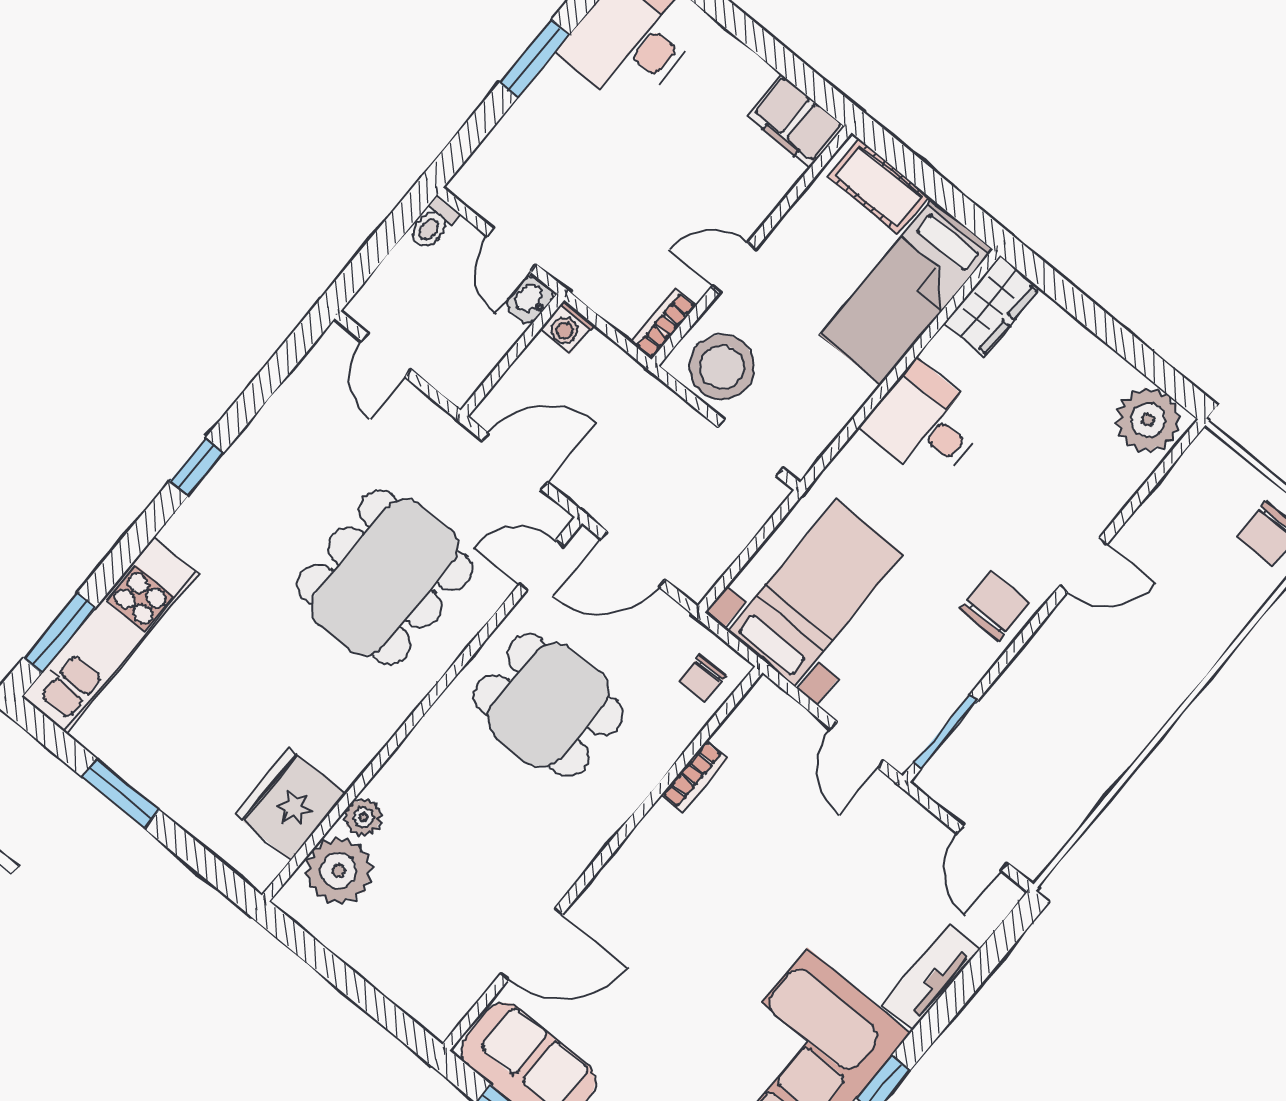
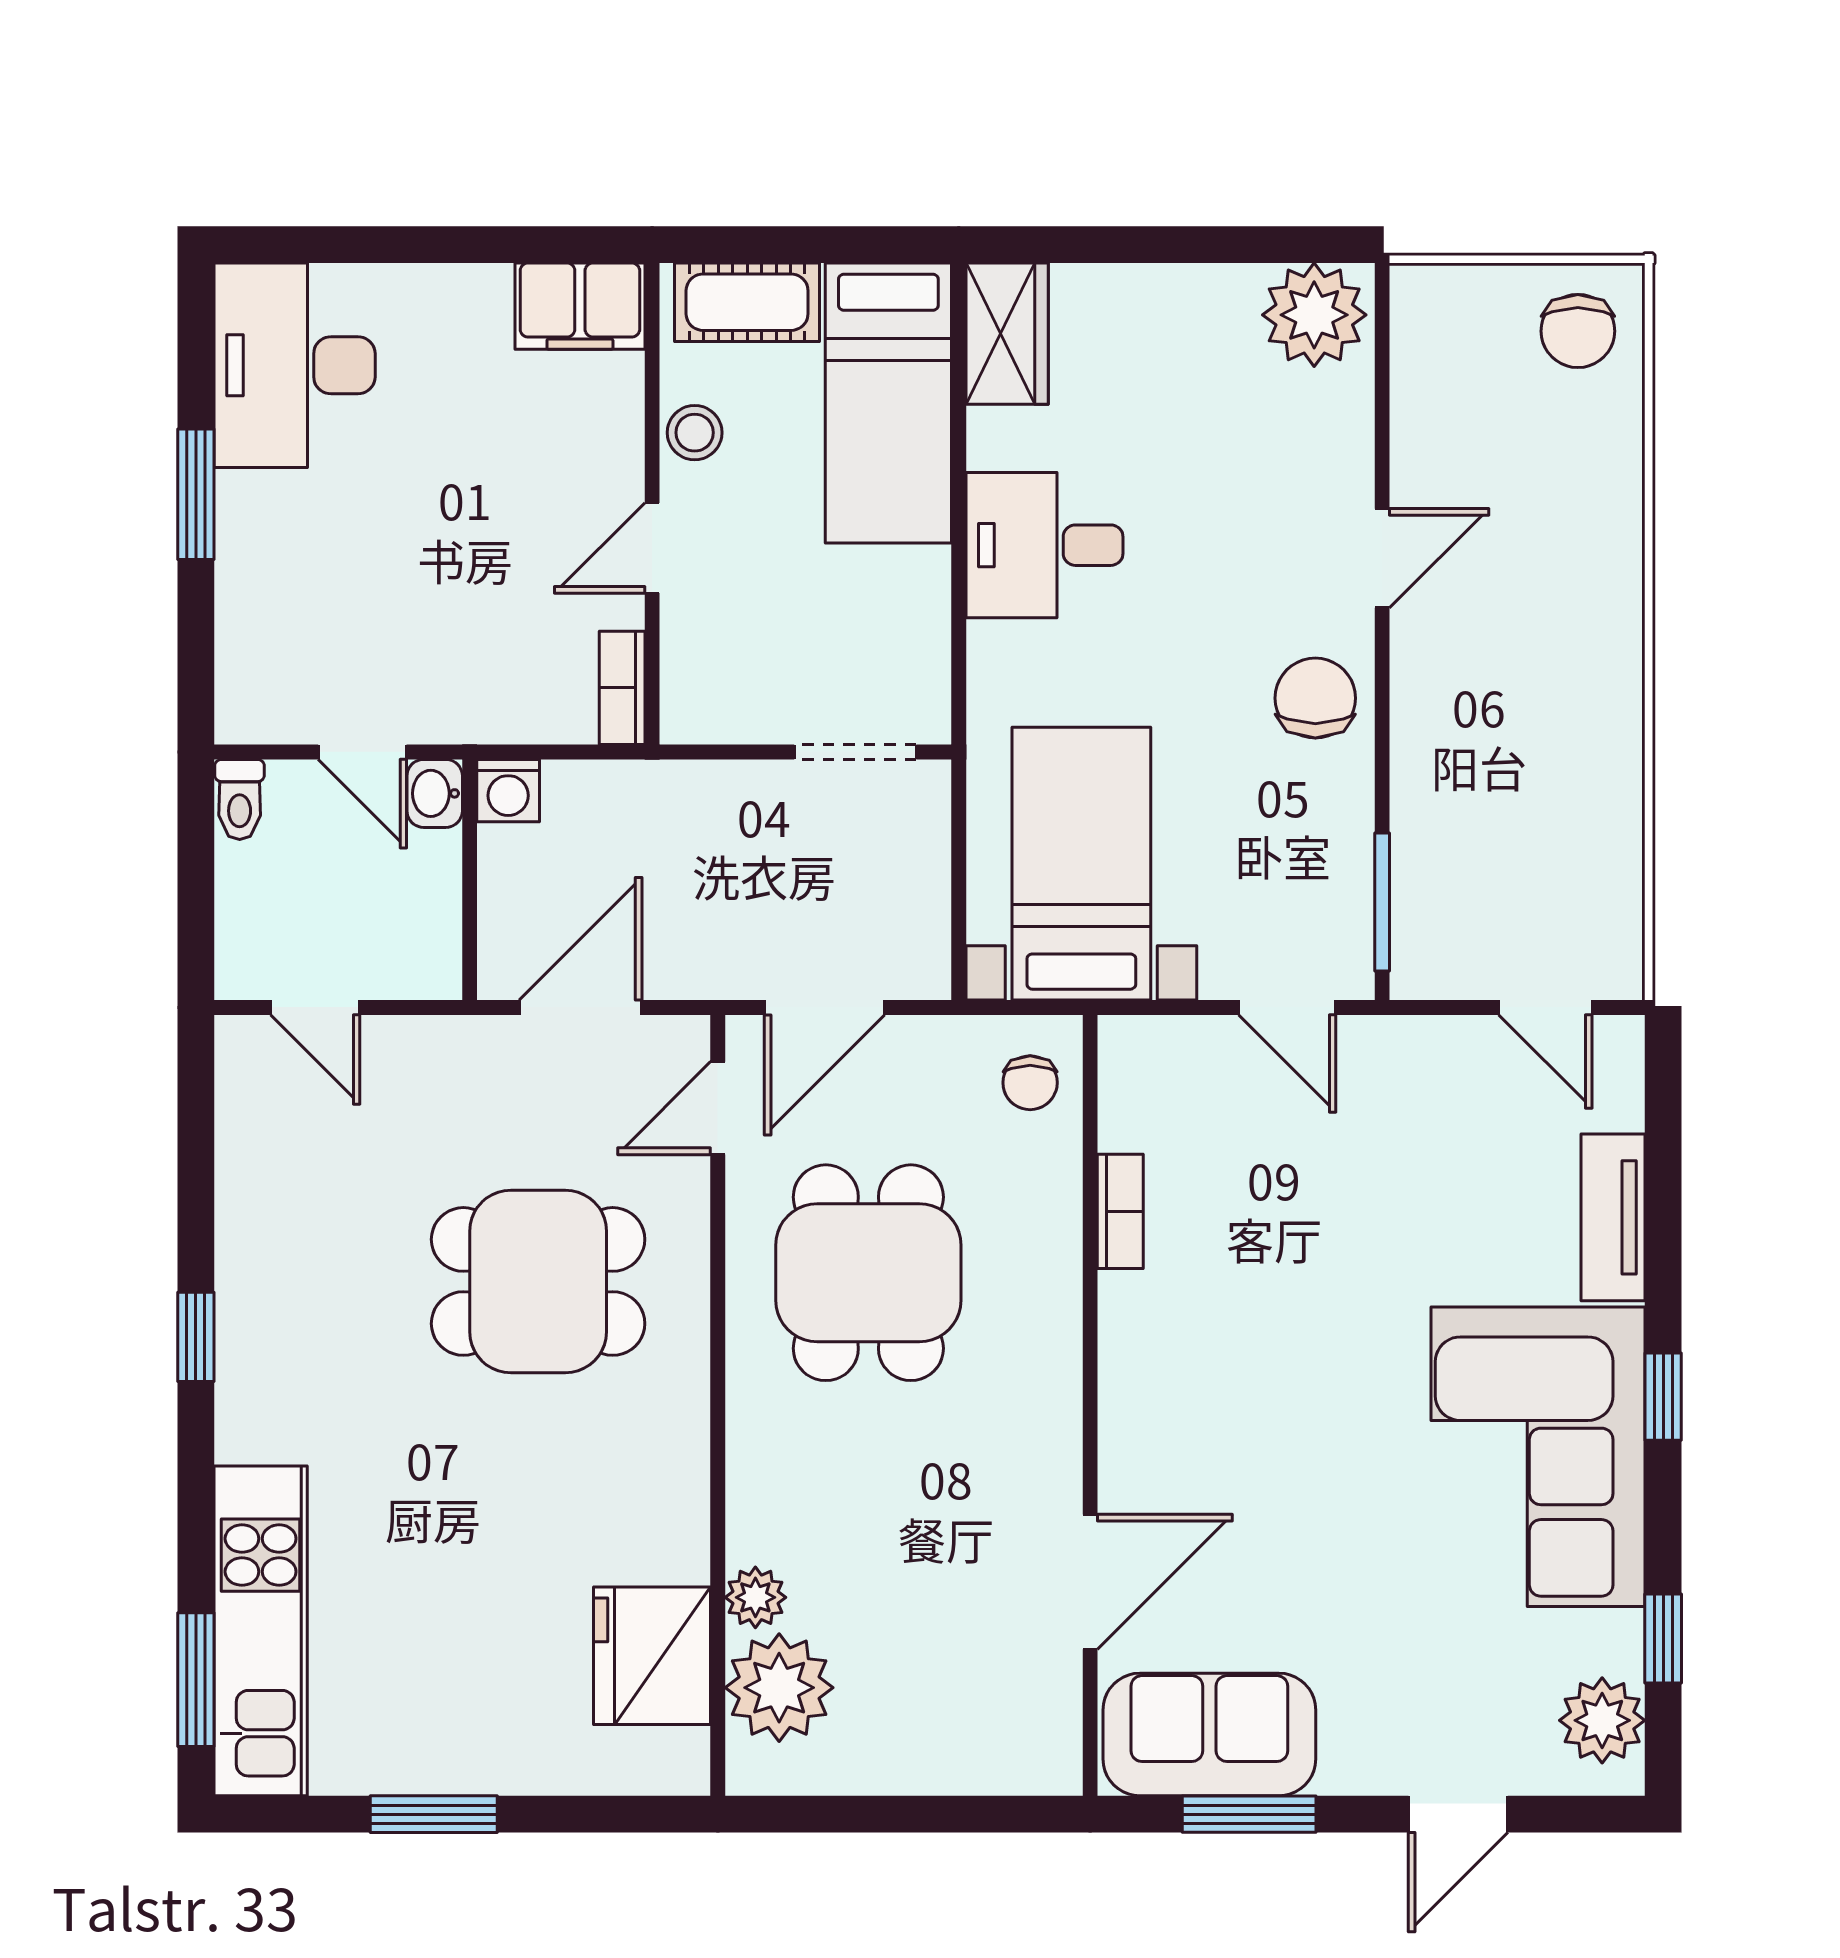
stool: (722, 367) -> (695, 433), moved, width x0.53, depth x0.53
dining table: (385, 577) -> (538, 1281), width x0.73
dining table: (548, 705) -> (868, 1273), turned 90

